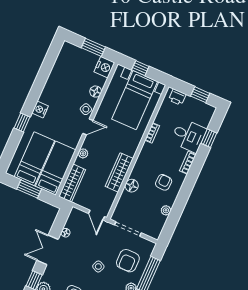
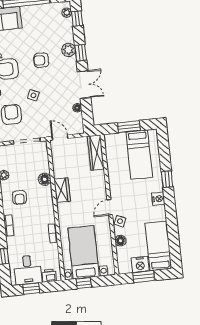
nightstand: (104, 67) -> (140, 265), moved, turned -90
window: (140, 68) -> (84, 283), moved
desk: (189, 136) -> (28, 270), moved, turned -90
plant: (83, 153) -> (101, 183), removed
bed: (56, 168) -> (158, 246), moved, turned 180
wardrobe: (119, 172) -> (62, 190), width x0.67

